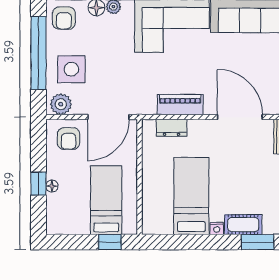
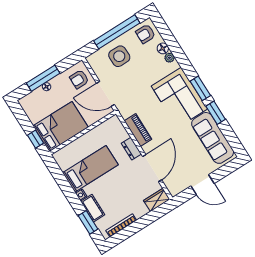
plant: (61, 104) -> (96, 63), removed
dresser: (172, 128) -> (131, 149), moved
window: (38, 184) -> (43, 78), width x2.17
bed: (106, 200) -> (61, 127), width x1.50

